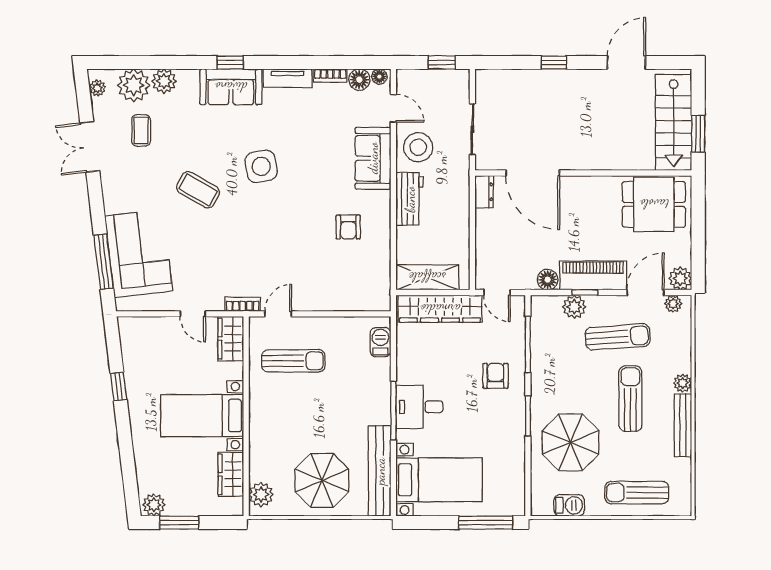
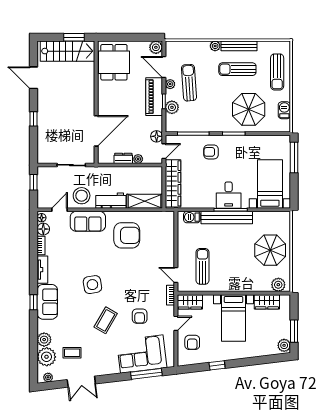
dresser: (484, 192) -> (123, 158), moved
armchair: (348, 227) -> (127, 235), width x1.88, depth x1.88
plant: (483, 247) -> (138, 159), added
armchair: (205, 250) -> (140, 316), added
shelving: (427, 277) -> (145, 201), moved, turned 90
floor lamp: (548, 280) -> (157, 136), moved
plant: (673, 304) -> (170, 84), moved
armchair: (159, 343) -> (192, 342), added
sun lounger: (630, 399) -> (237, 69), moved
bench: (380, 471) -> (227, 218), moved

